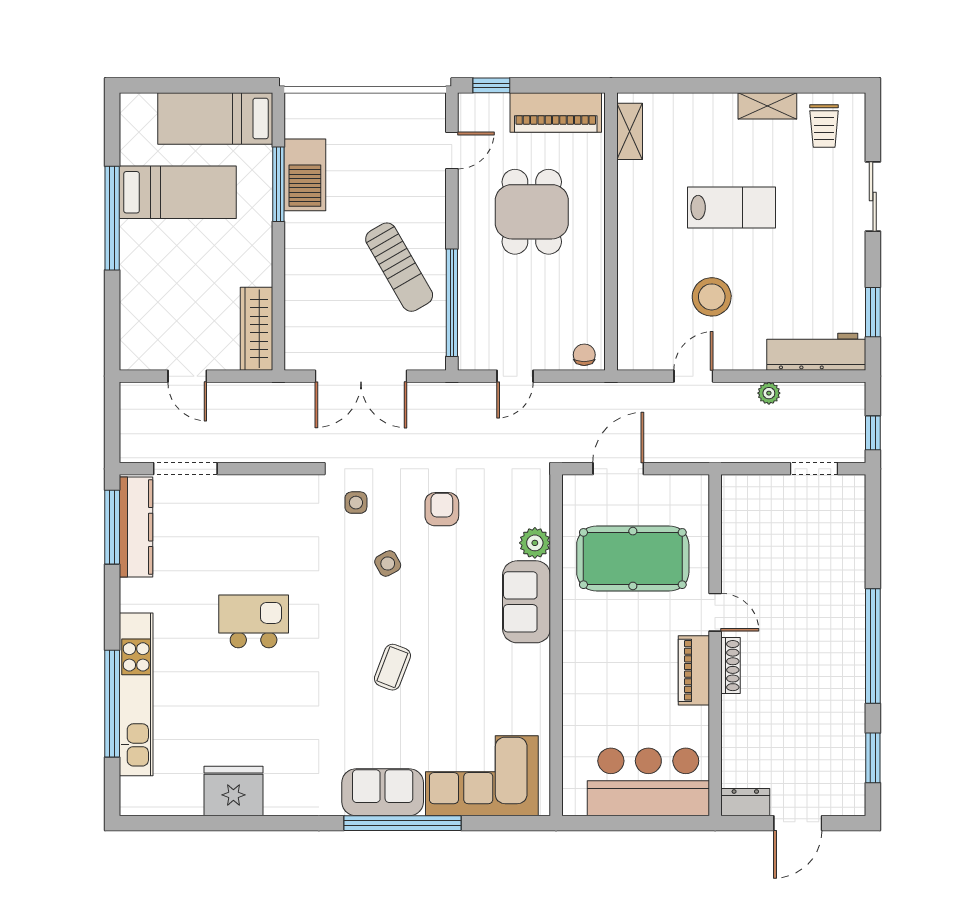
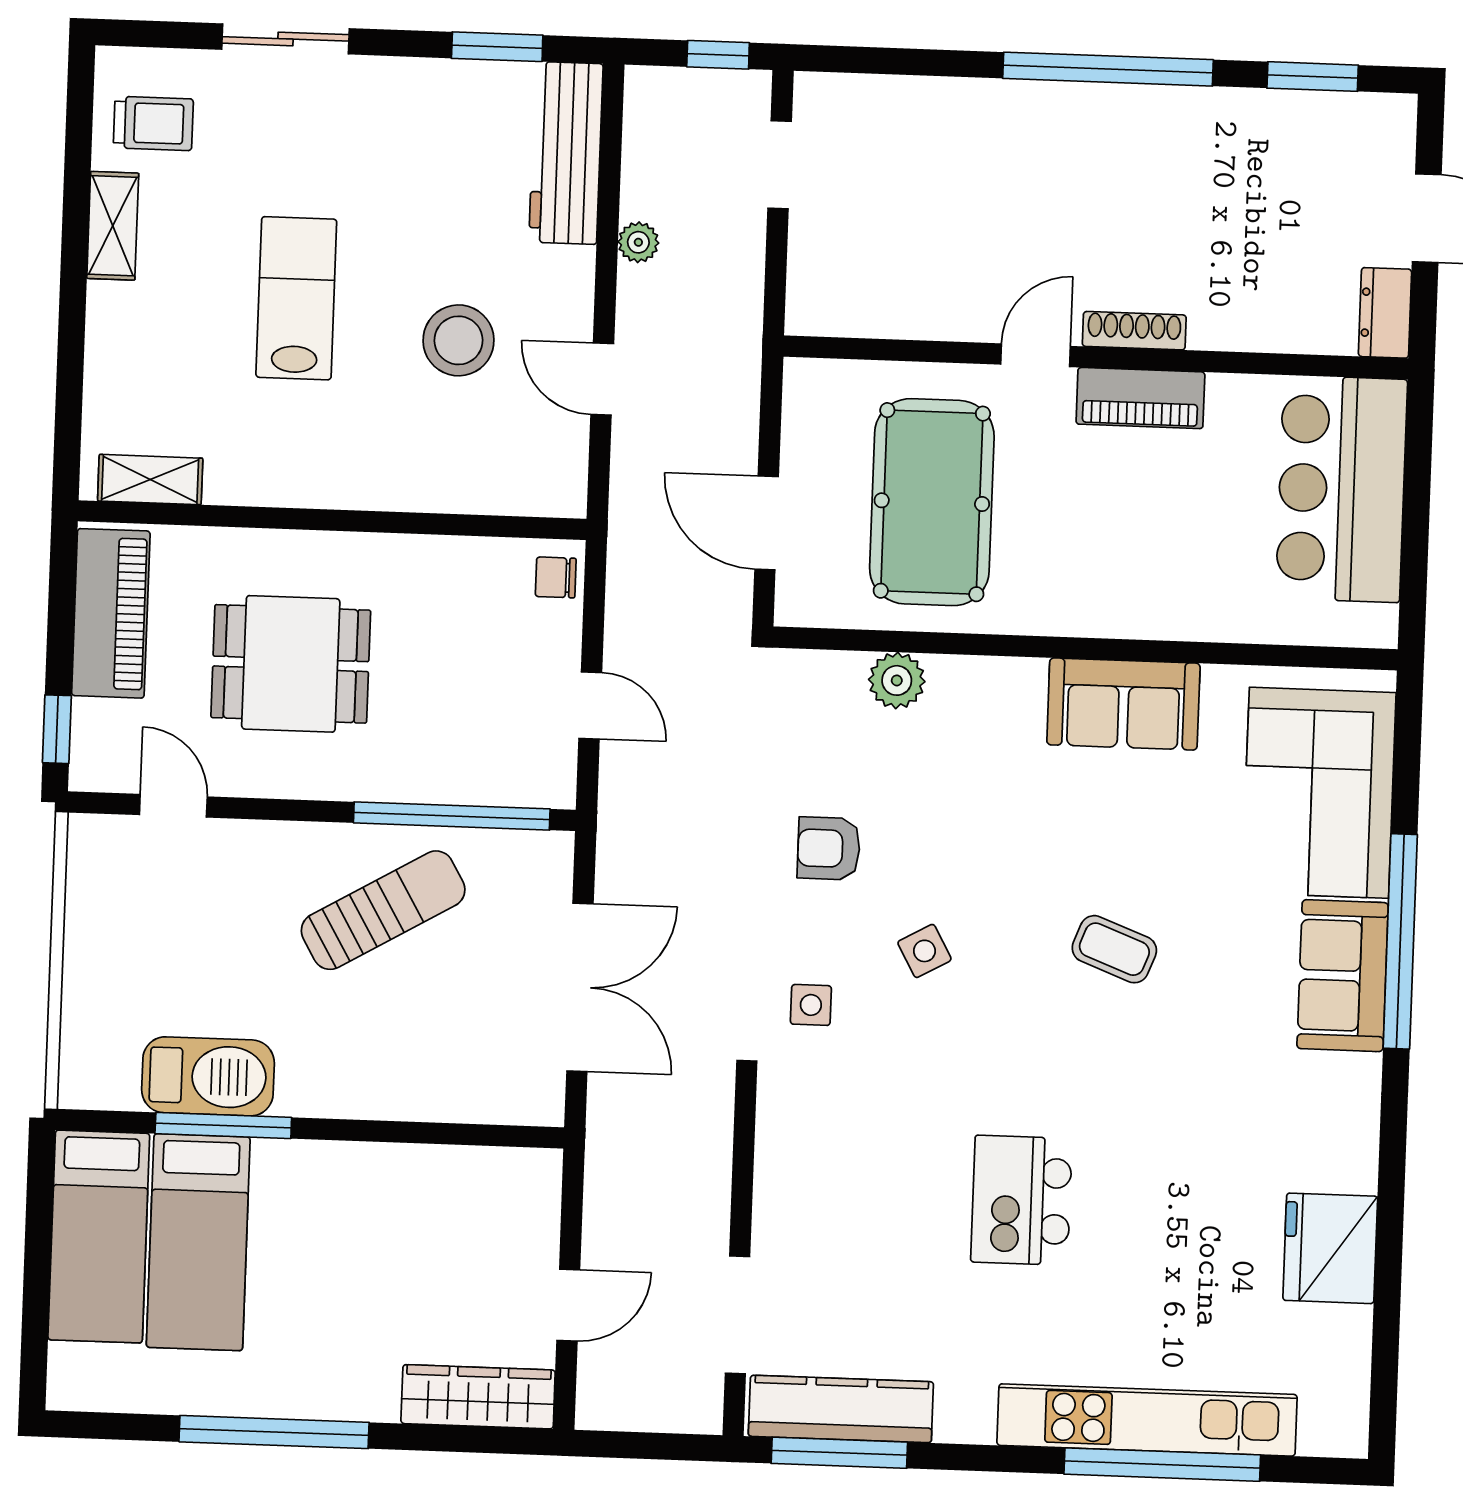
bed: (178, 192) -> (198, 1242), moved, turned 180
wardrobe: (256, 329) -> (478, 1397), moved, turned 180
sofa: (527, 602) -> (1123, 704), moved

